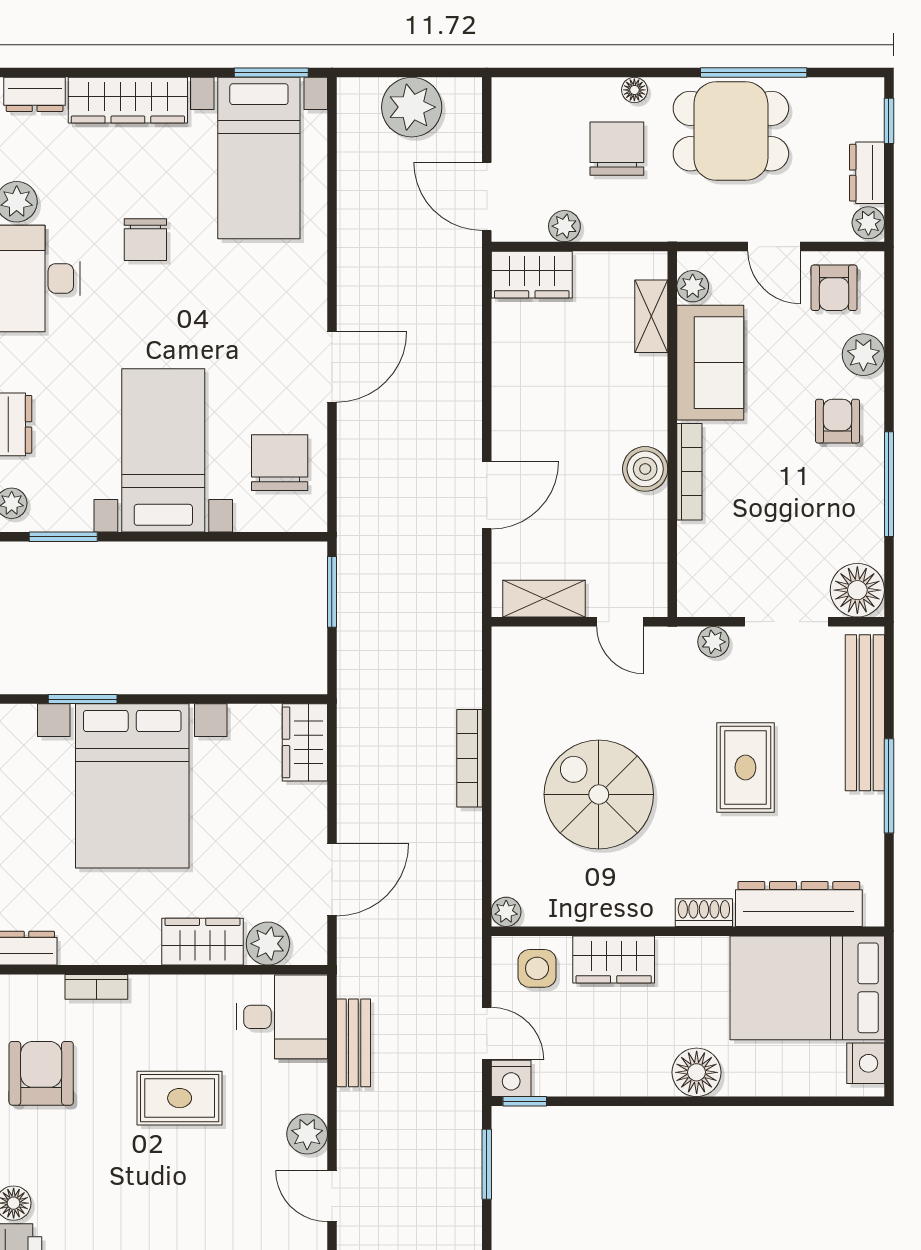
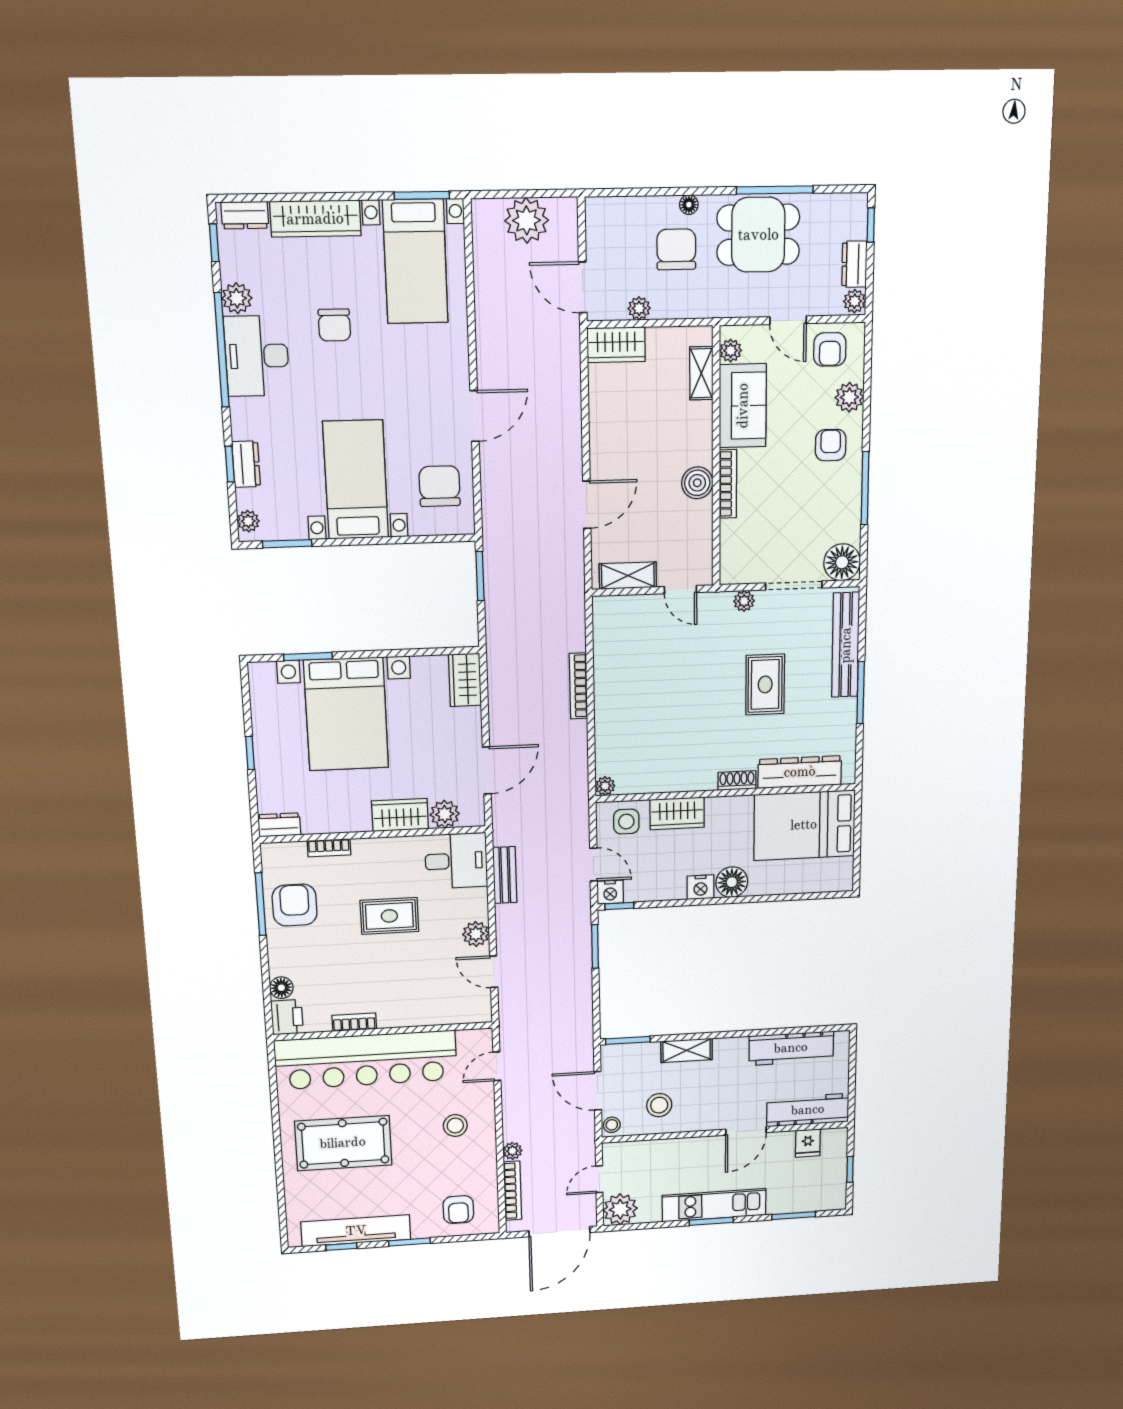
spiral stairs: (599, 794) -> (667, 706), removed
nightstand: (866, 1063) -> (701, 887), moved, turned 90

